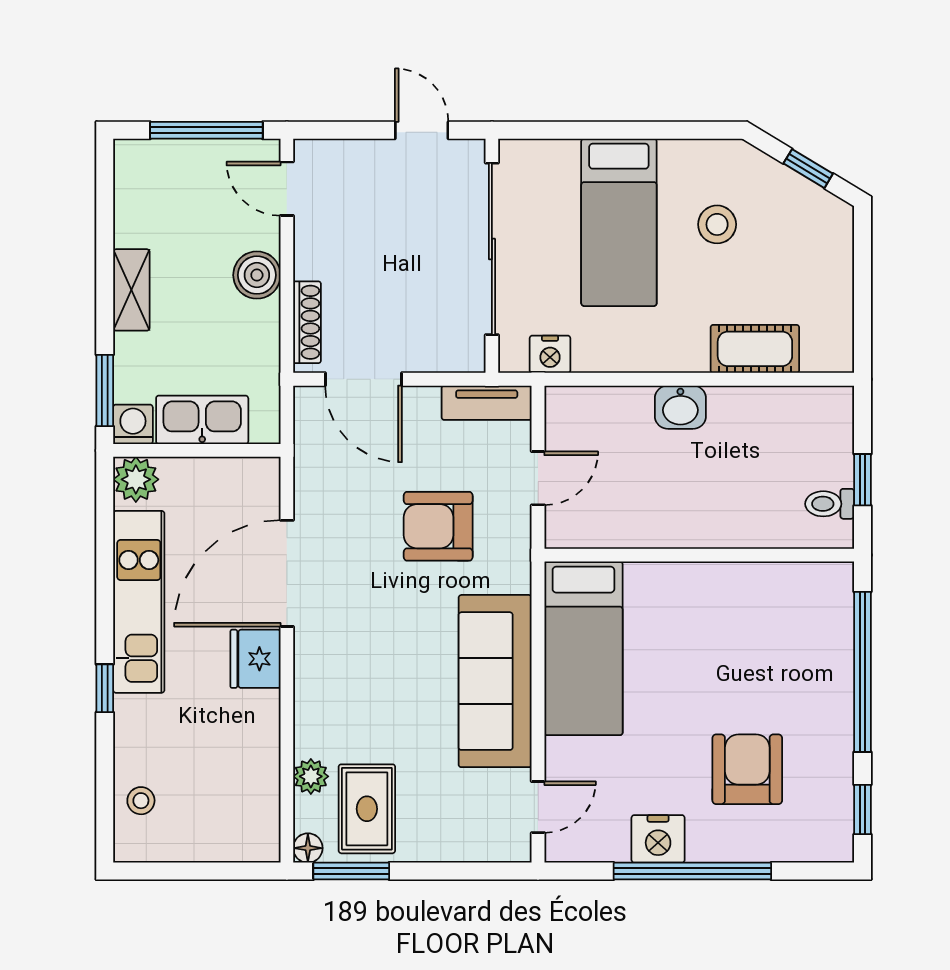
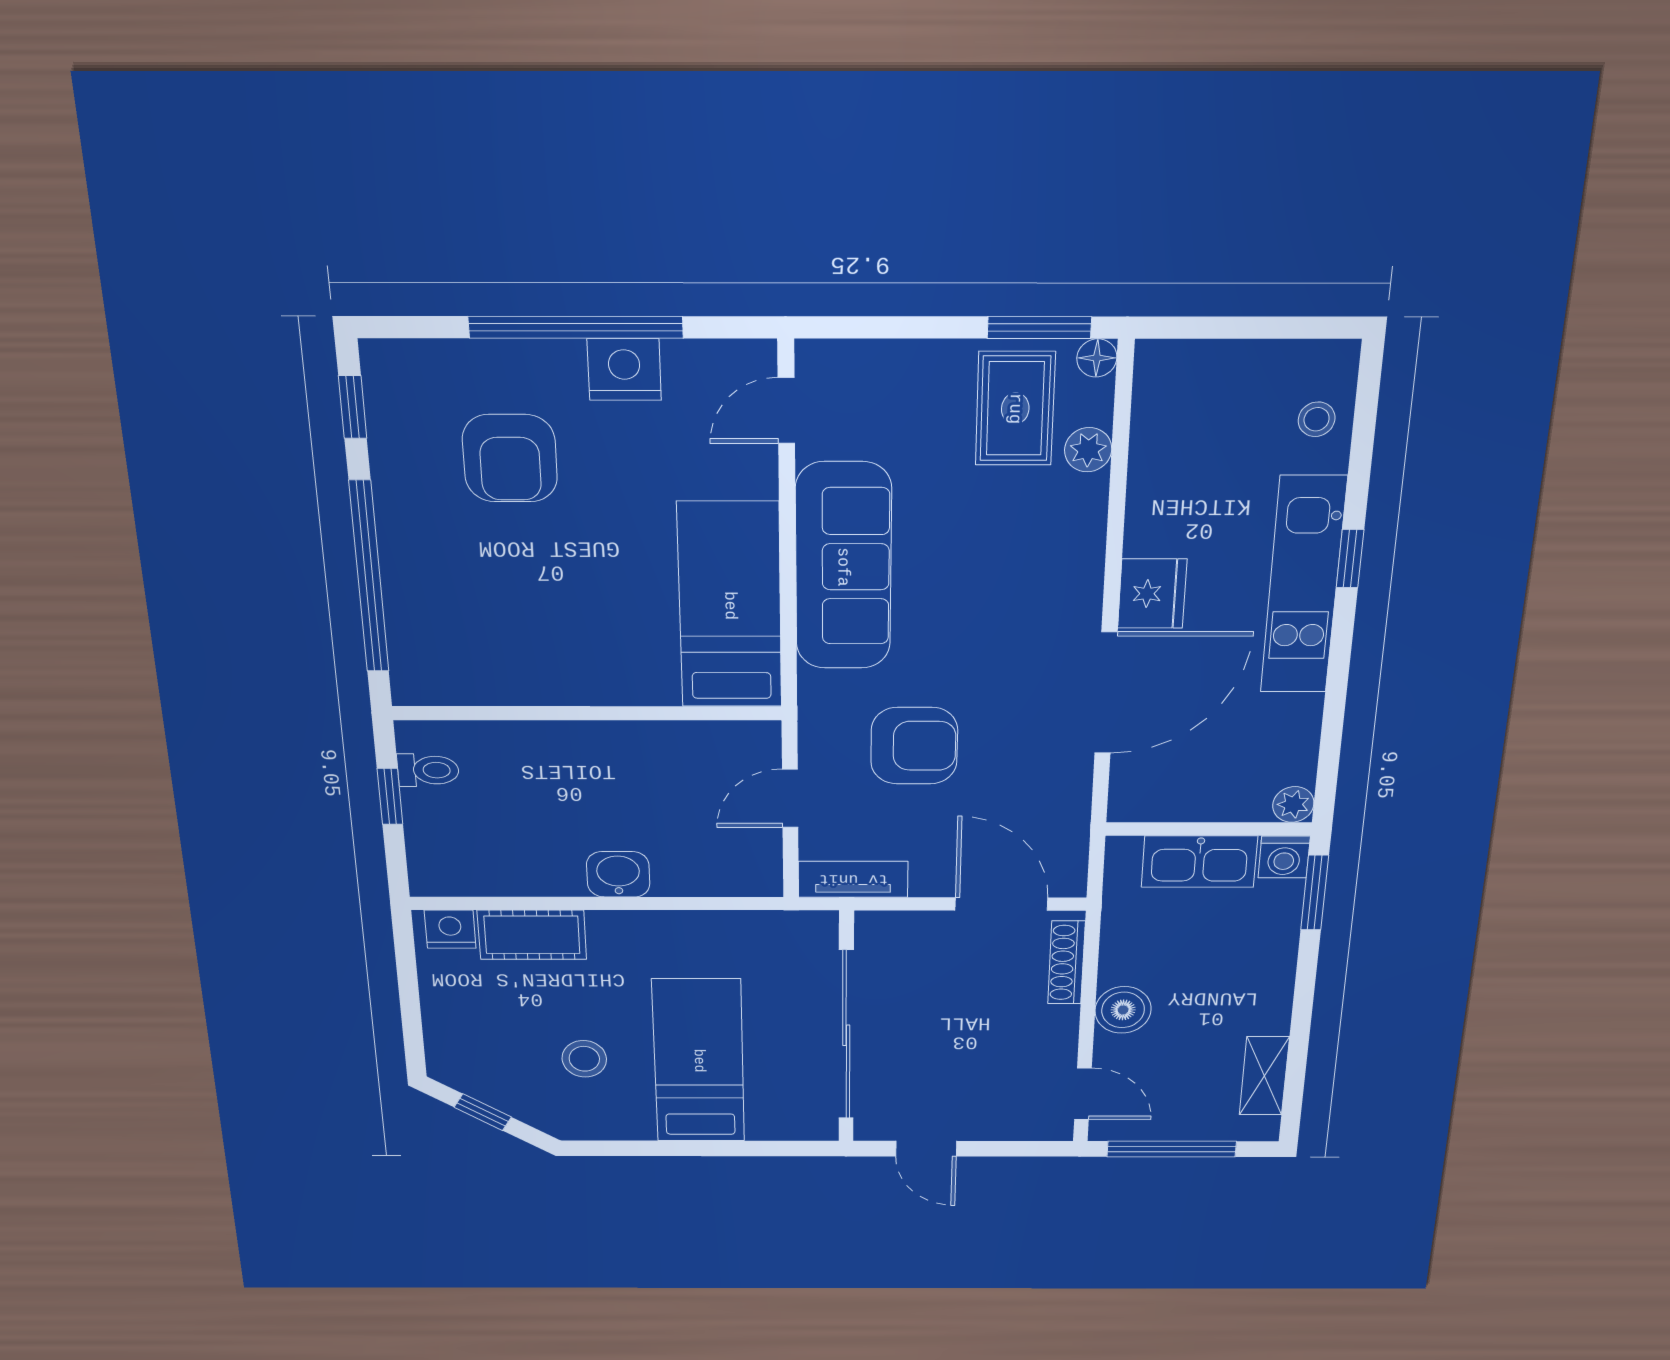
shelving: (131, 290) -> (1264, 1076), moved
nightstand: (550, 354) -> (450, 929), moved
plant: (136, 479) -> (1293, 804), width x0.73, depth x0.73
kitchen unit: (139, 602) -> (1303, 586), moved

